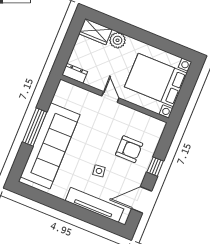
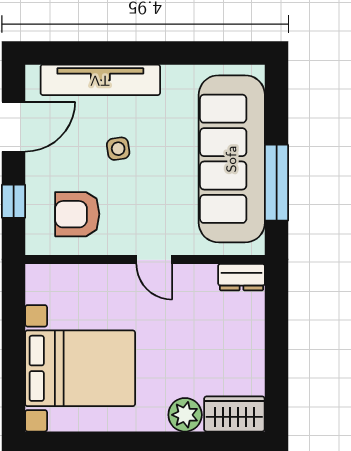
dresser: (75, 73) -> (242, 277), moved
door: (110, 97) -> (154, 260), moved
wall: (115, 99) -> (145, 260), moved

